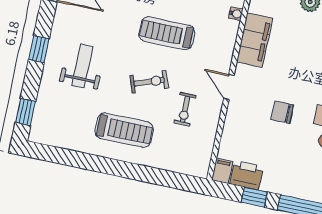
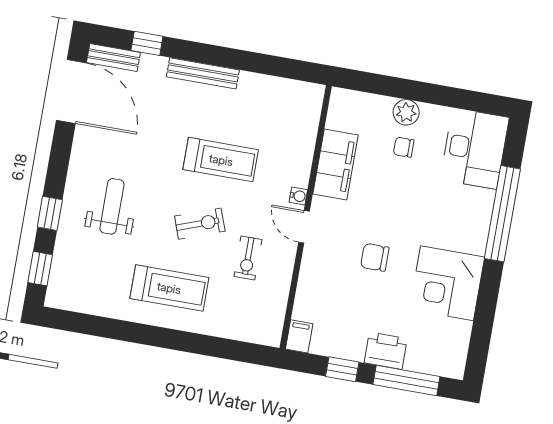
water cooler: (236, 14) -> (298, 196), moved
chair: (307, 29) -> (404, 147), added
treadmill: (167, 33) -> (221, 160), turned 180
window: (39, 49) -> (50, 213), moved
printer: (247, 175) -> (386, 351), moved

